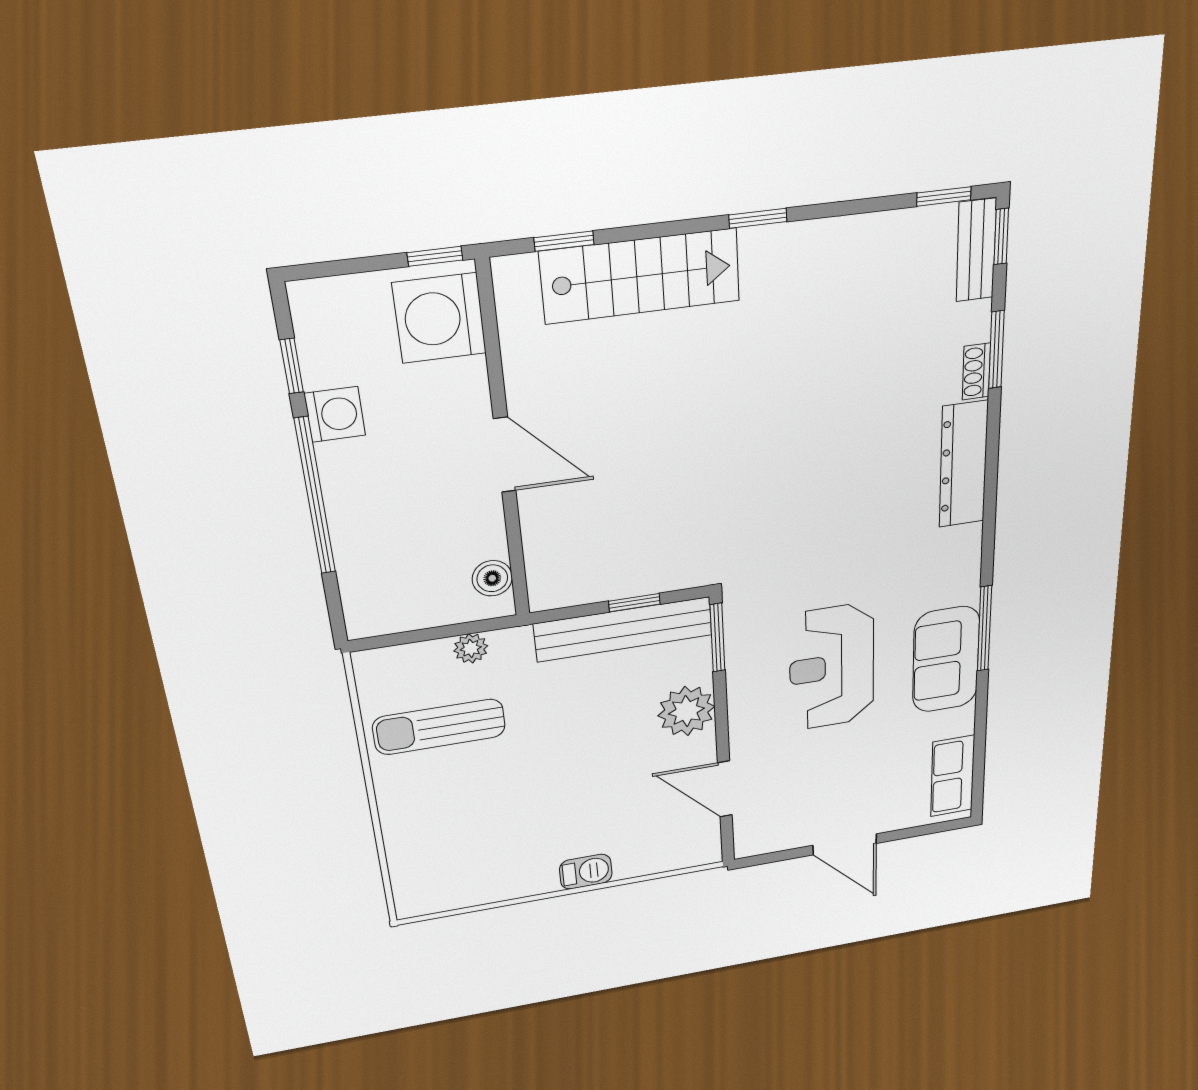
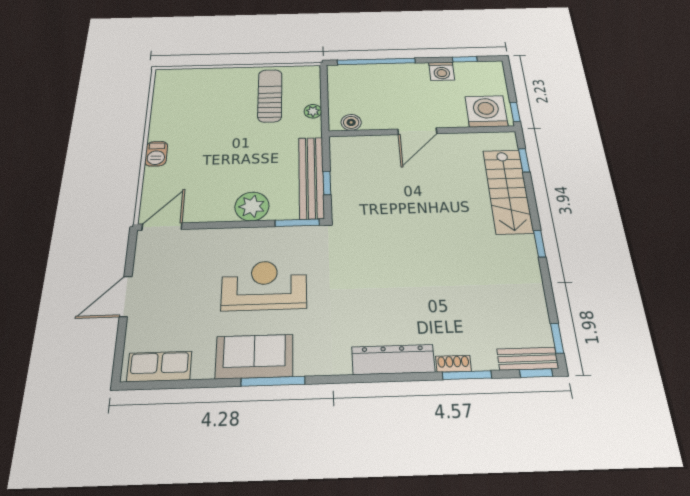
window: (315, 497) -> (376, 61), moved
door: (725, 789) -> (162, 227), moved

